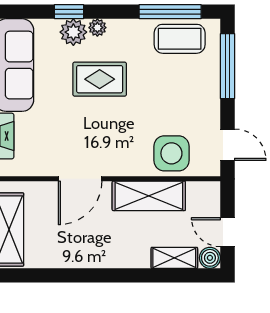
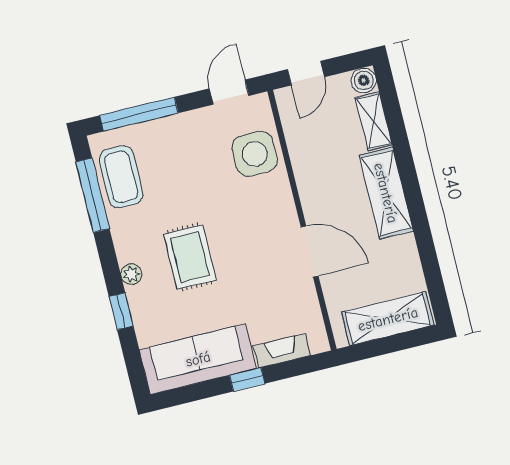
plant: (73, 32) -> (143, 300), removed
shelving: (149, 196) -> (386, 193), moved
door: (227, 232) -> (306, 73), moved

